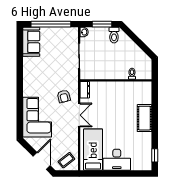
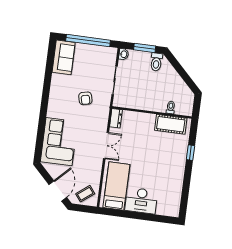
armchair: (64, 96) -> (85, 98), moved
cot: (144, 118) -> (171, 124), moved, turned 90
window: (155, 155) -> (190, 153), moved

